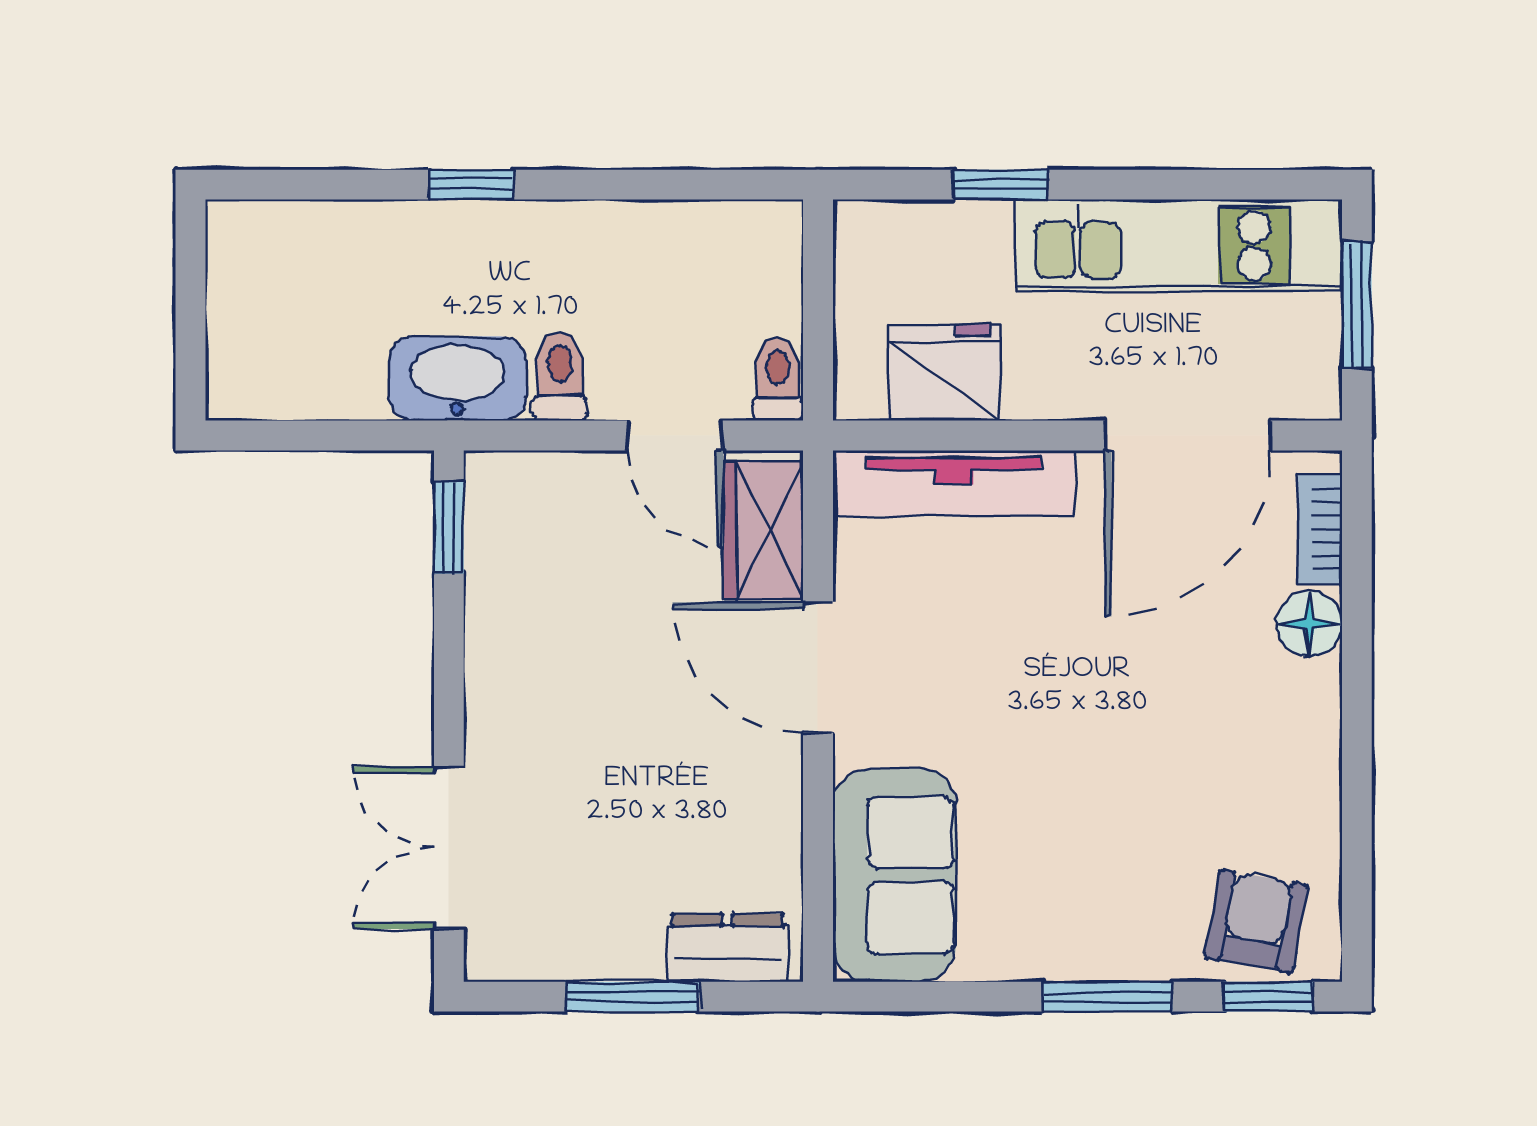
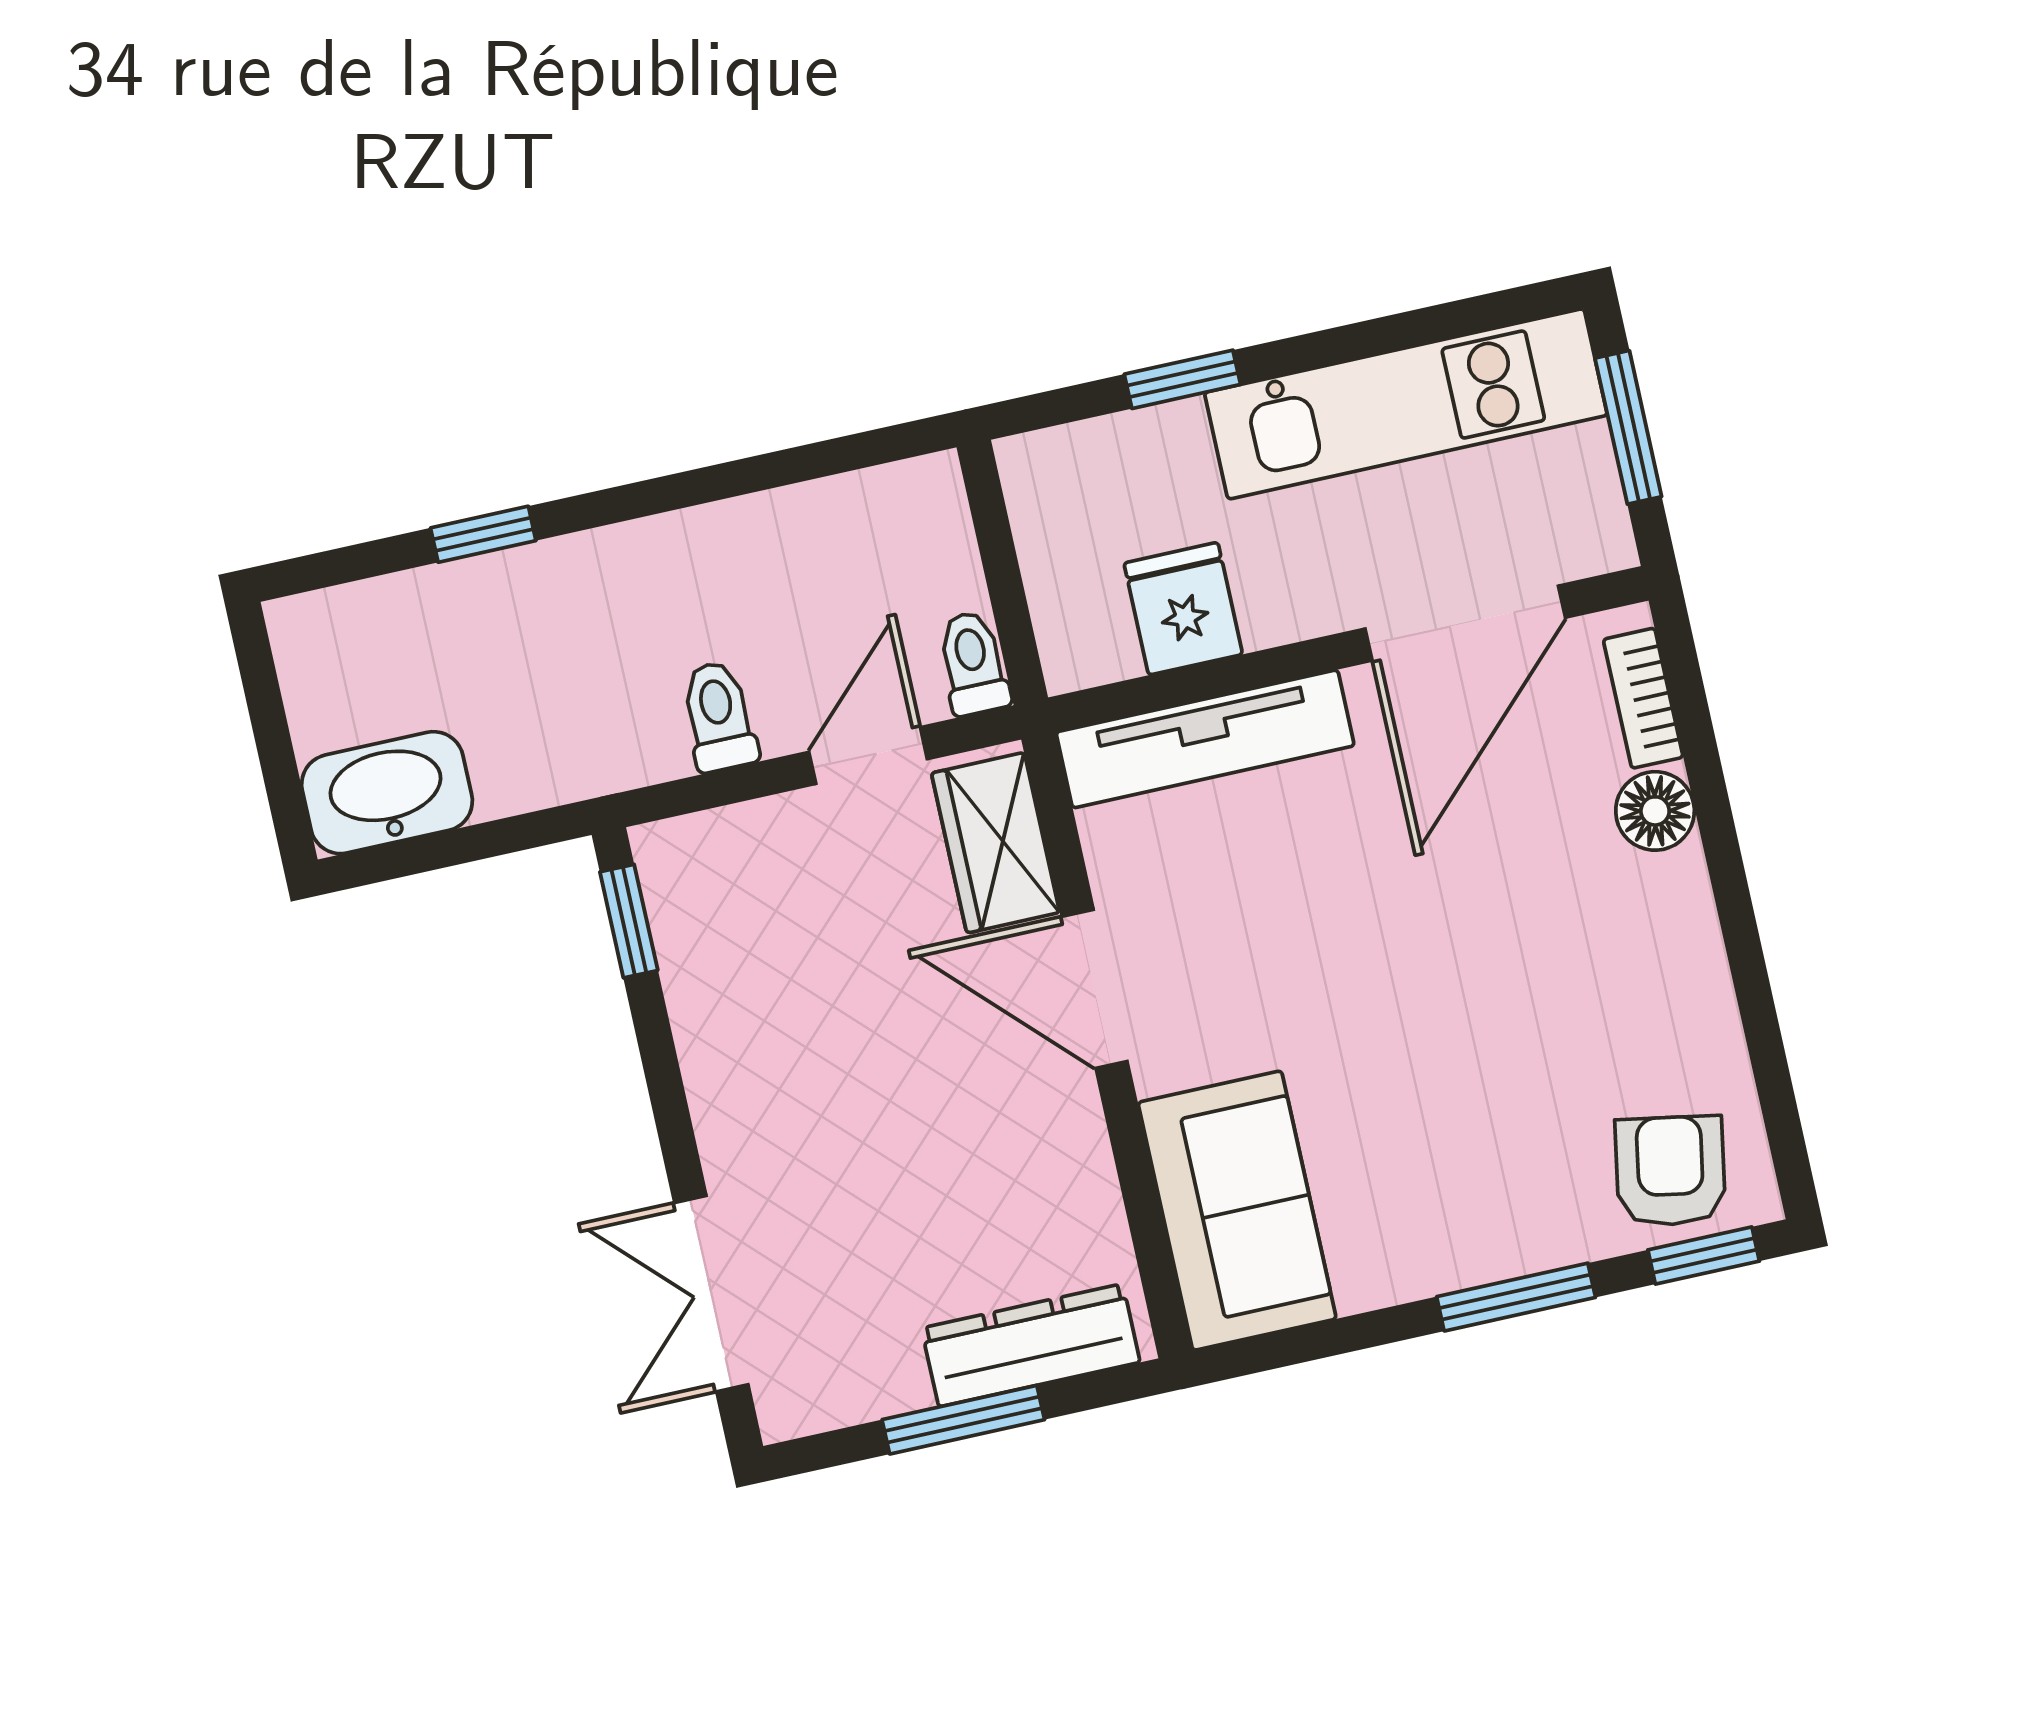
window: (471, 185) -> (483, 534), moved
fridge: (944, 372) -> (1183, 609), width x0.72
washbasin: (458, 379) -> (387, 793), moved
door: (675, 436) -> (868, 756), swing flipped
dresser: (727, 948) -> (1031, 1345), width x1.44

